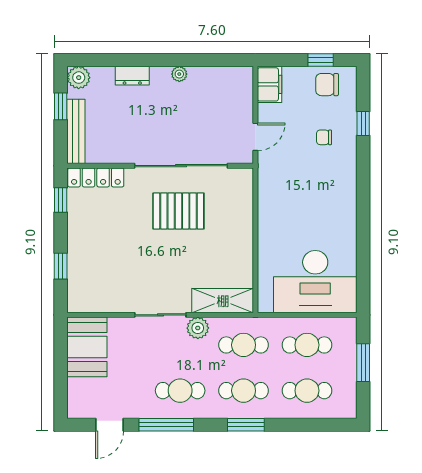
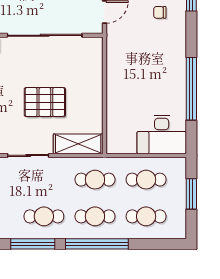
pallet: (178, 211) -> (45, 102), moved
window: (363, 232) -> (191, 89), added
desk: (315, 282) -> (162, 134), width x0.73, depth x0.77
plant: (198, 328) -> (58, 166), removed
window: (246, 425) -> (97, 244), width x2.11

